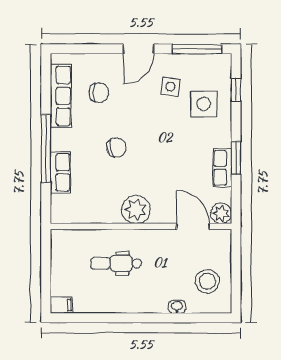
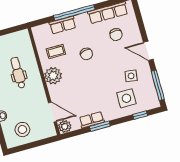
coffee table: (99, 194) -> (56, 52), added
door: (193, 226) -> (52, 112), hinge flipped

